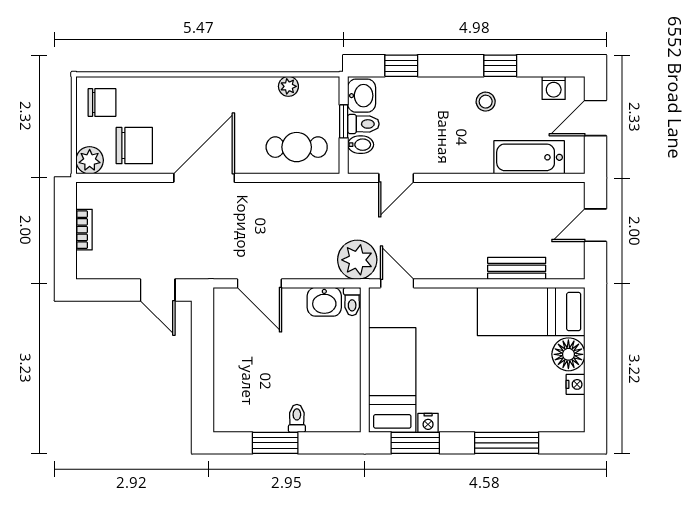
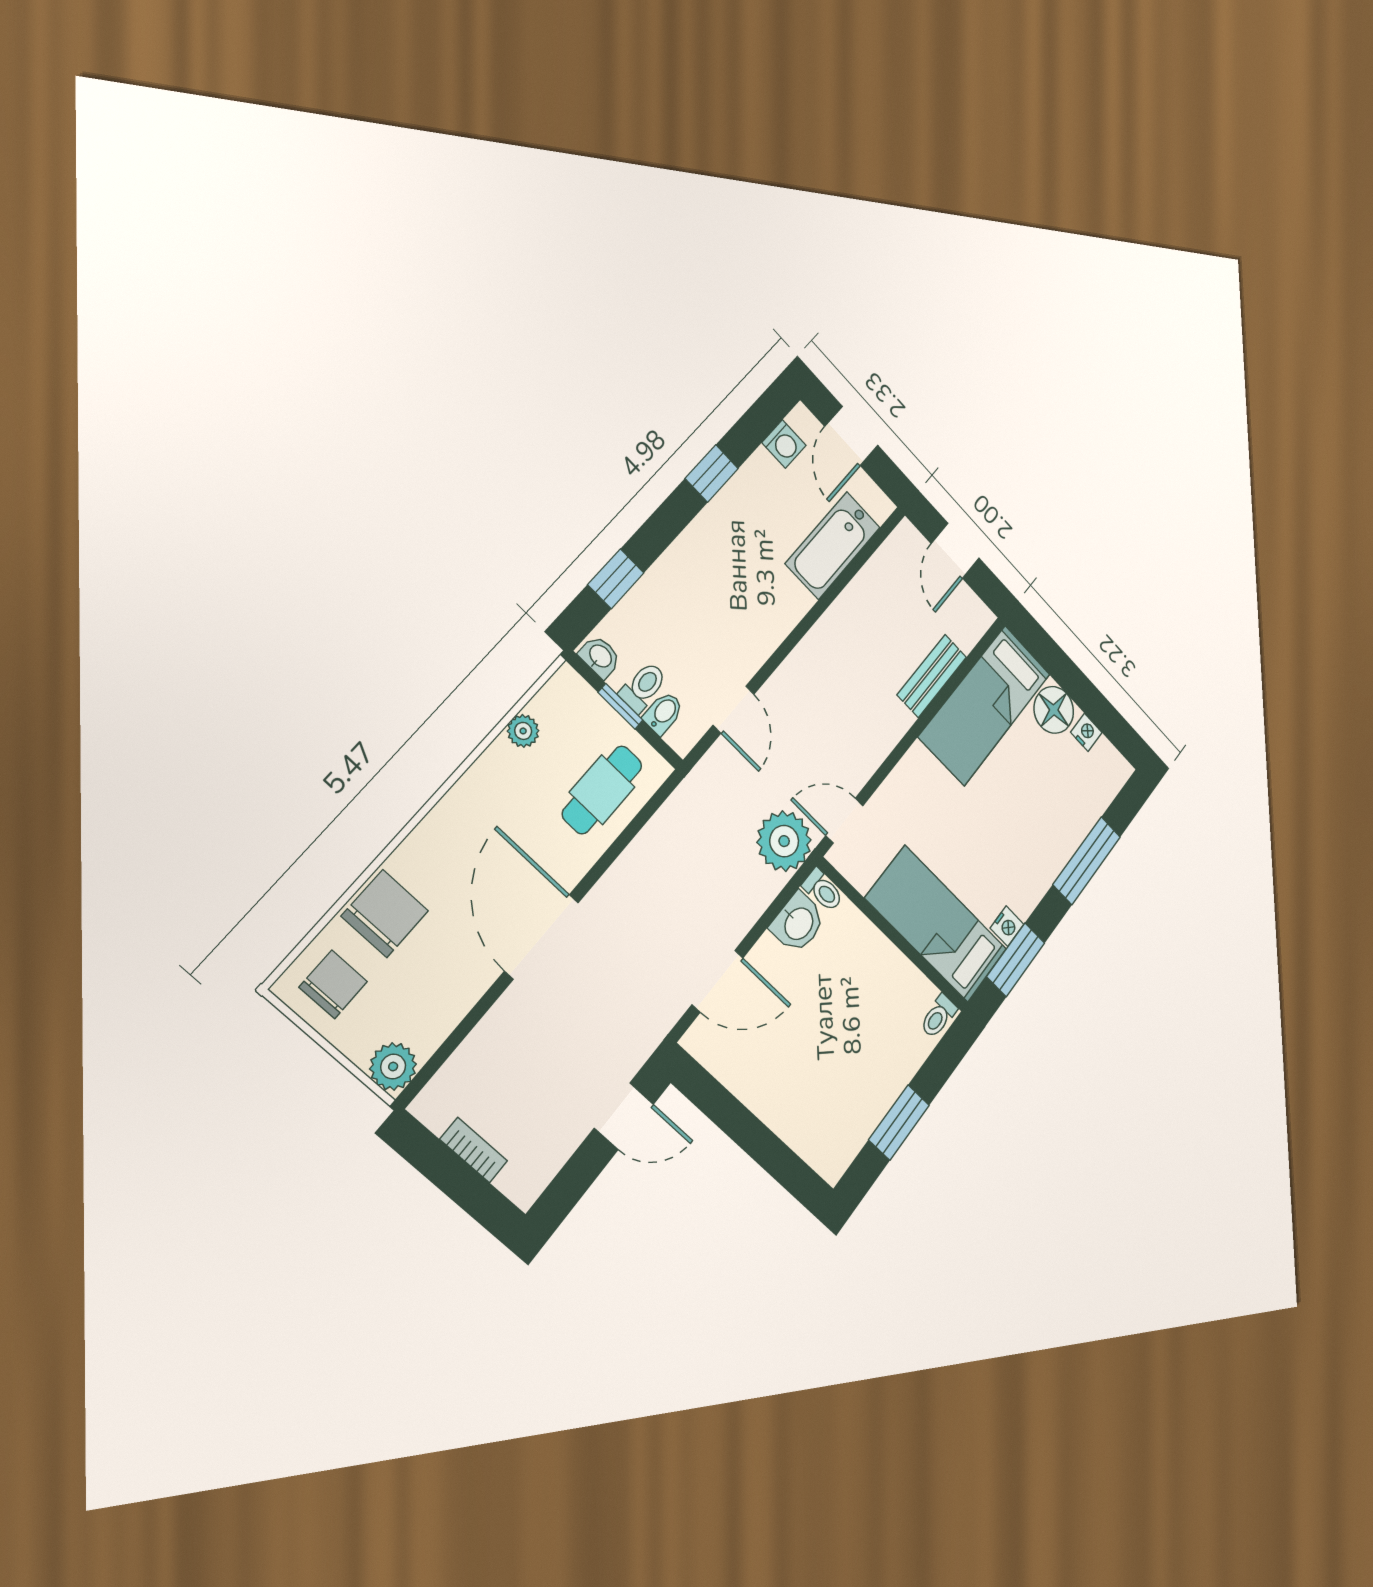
washbasin: (362, 96) -> (600, 657), width x0.72, depth x0.69
stool: (486, 102) -> (736, 529), removed
chair: (134, 146) -> (385, 913), moved
toilet: (297, 418) -> (938, 1016), moved, turned -90

